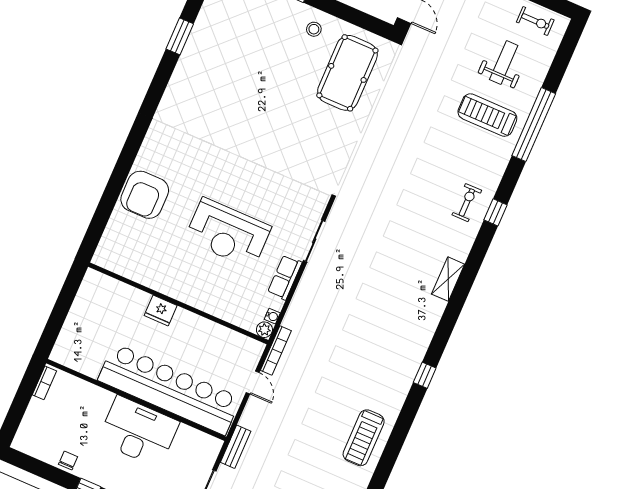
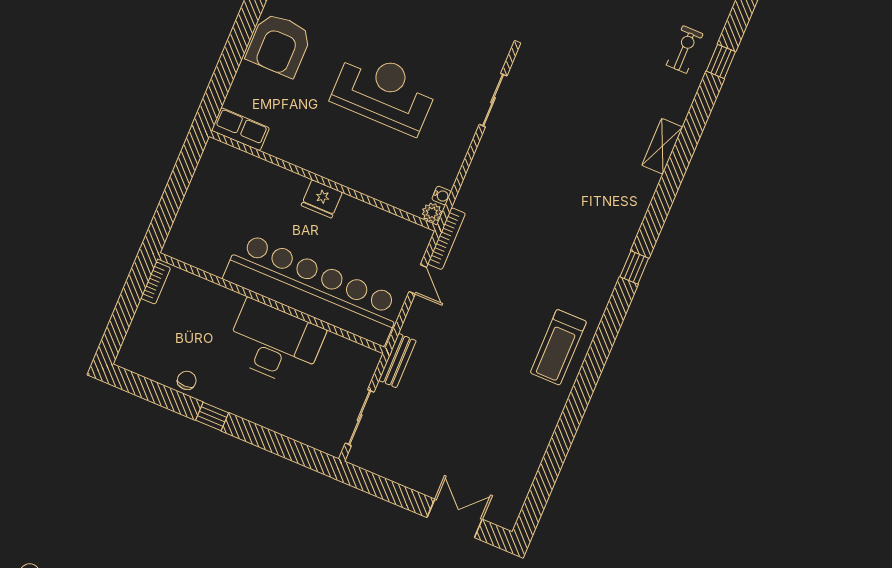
reception desk: (228, 233) -> (384, 92), turned 180
row of seats: (285, 277) -> (240, 129), moved, turned 90
fridge: (161, 310) -> (322, 199), moved

